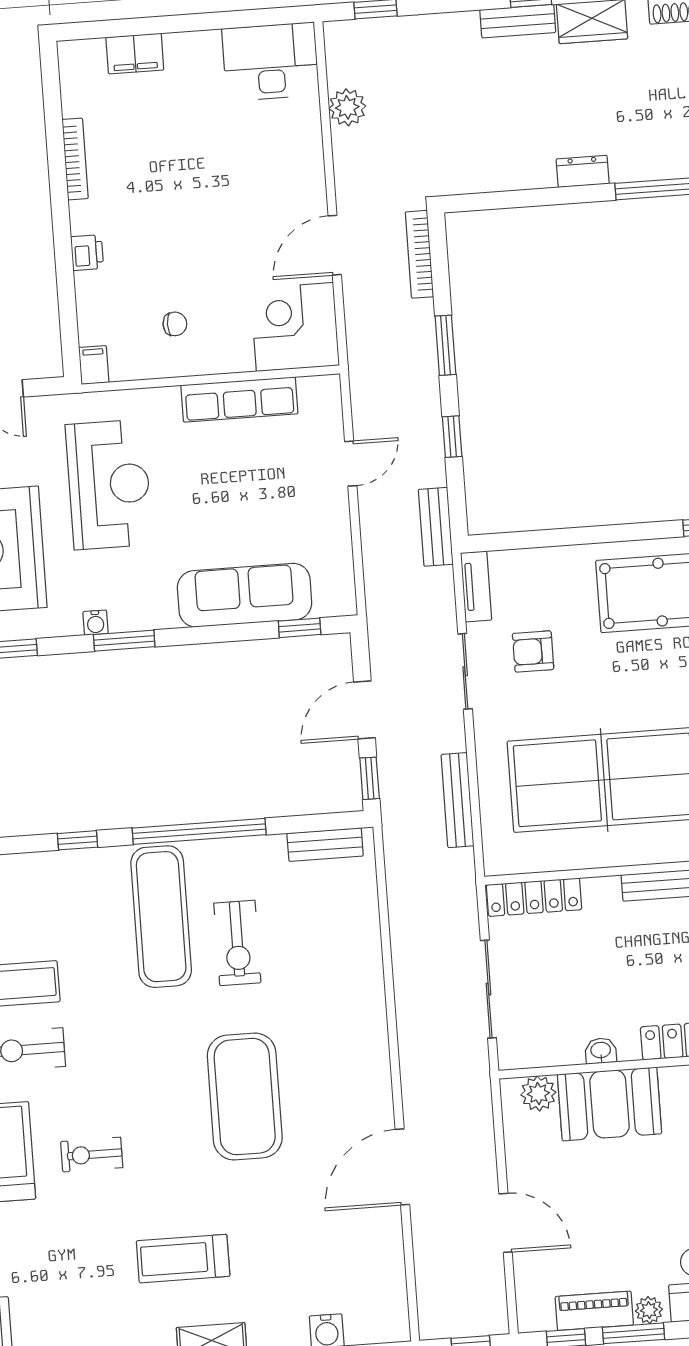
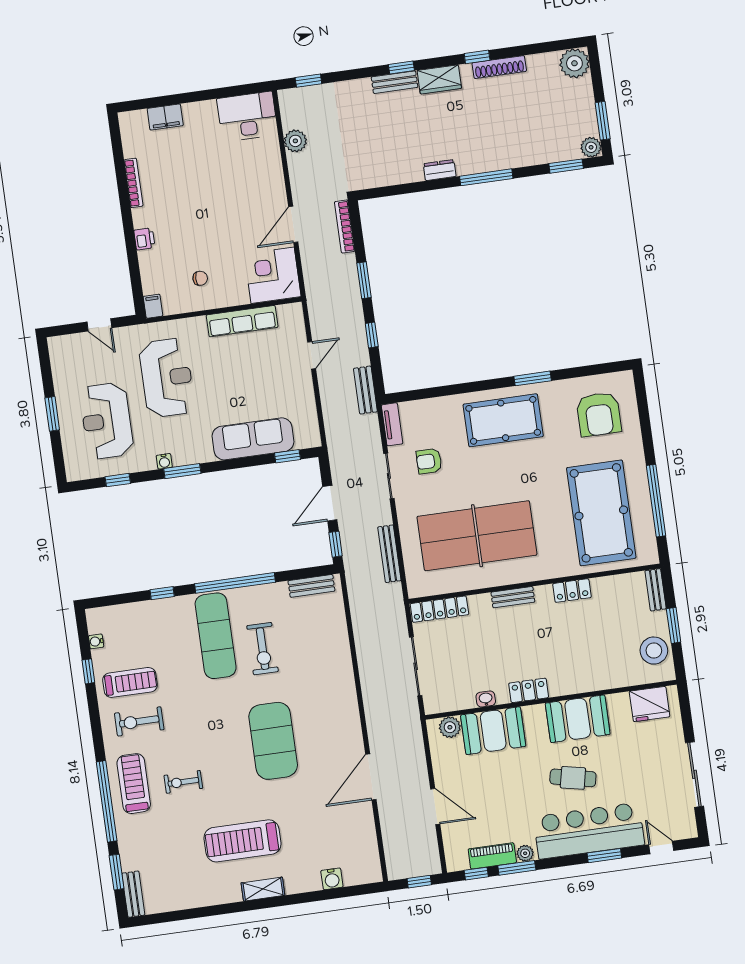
treadmill: (183, 1259) -> (242, 841), width x1.37, depth x1.38

